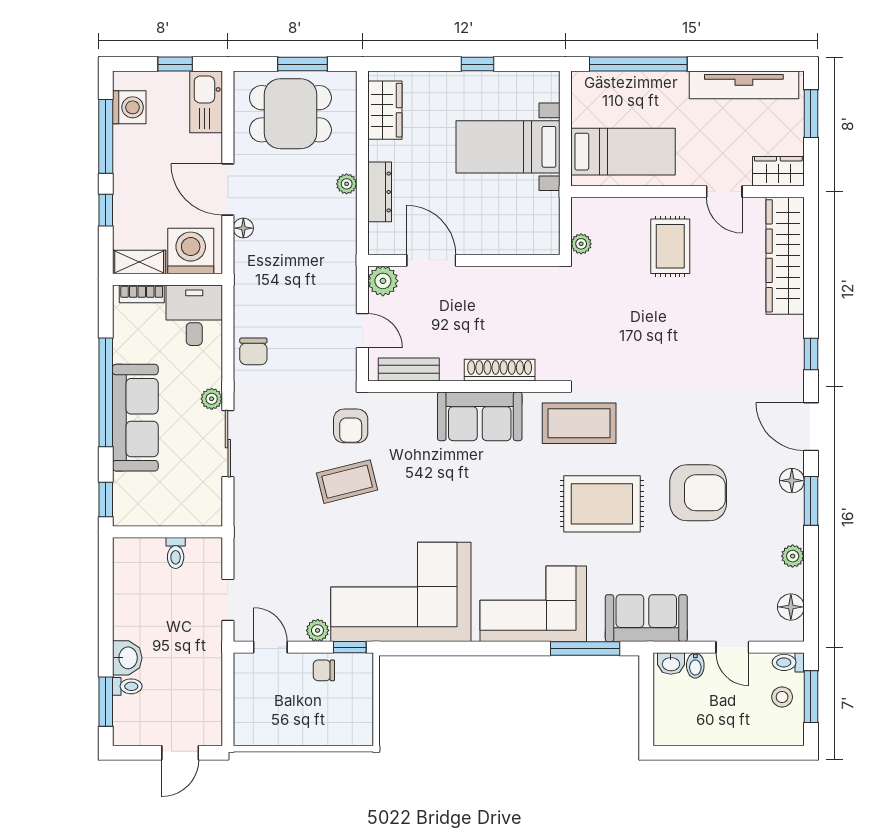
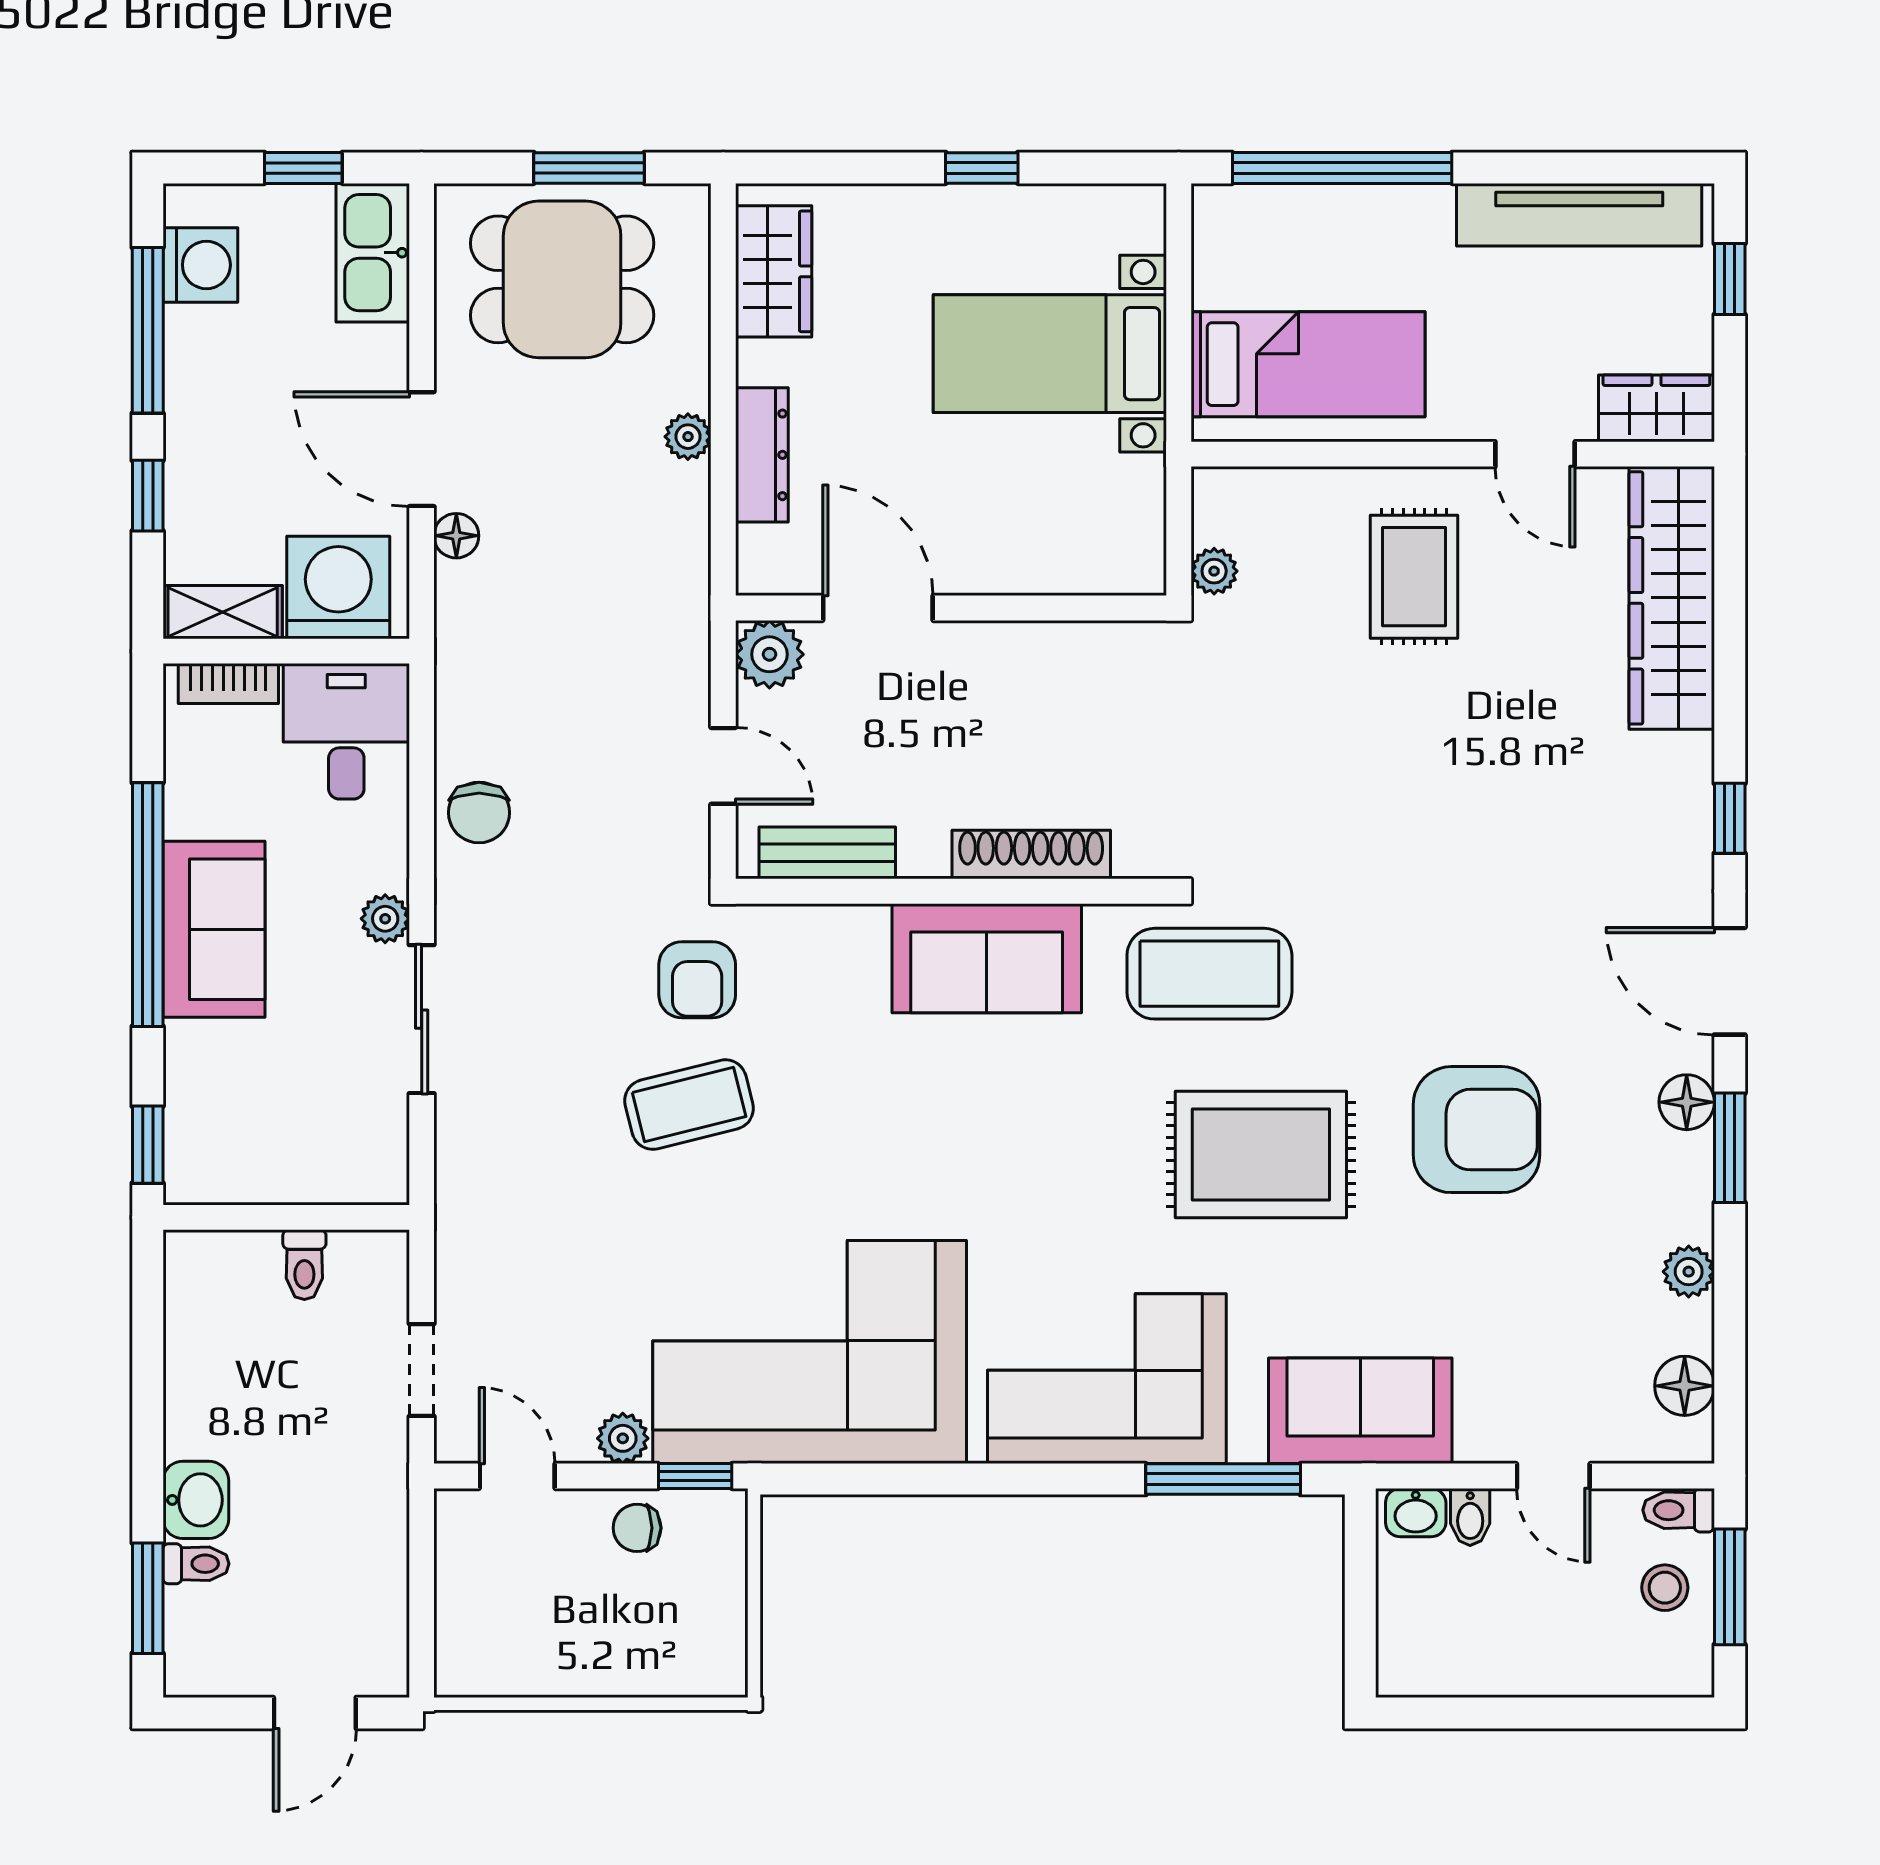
window: (811, 114) -> (1730, 279), width x0.67
sofa: (135, 418) -> (214, 929), width x0.73

